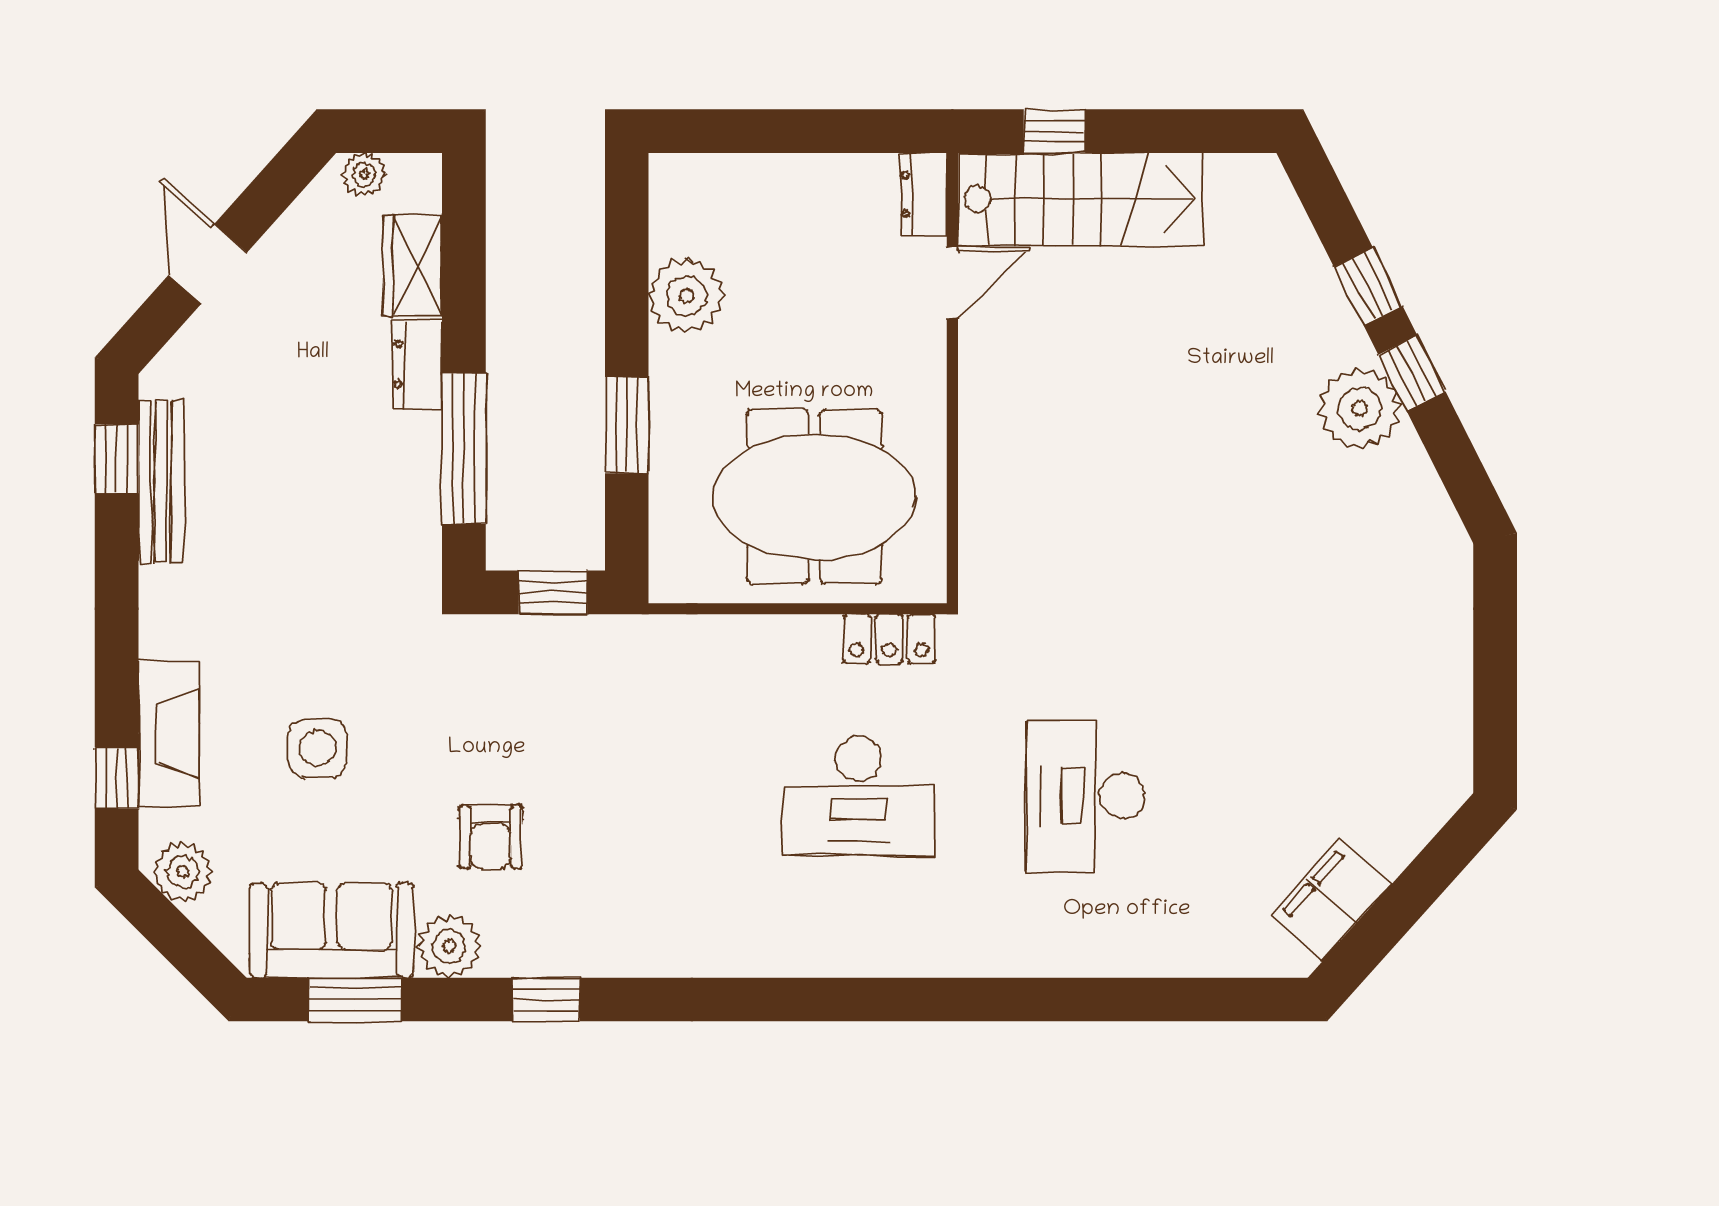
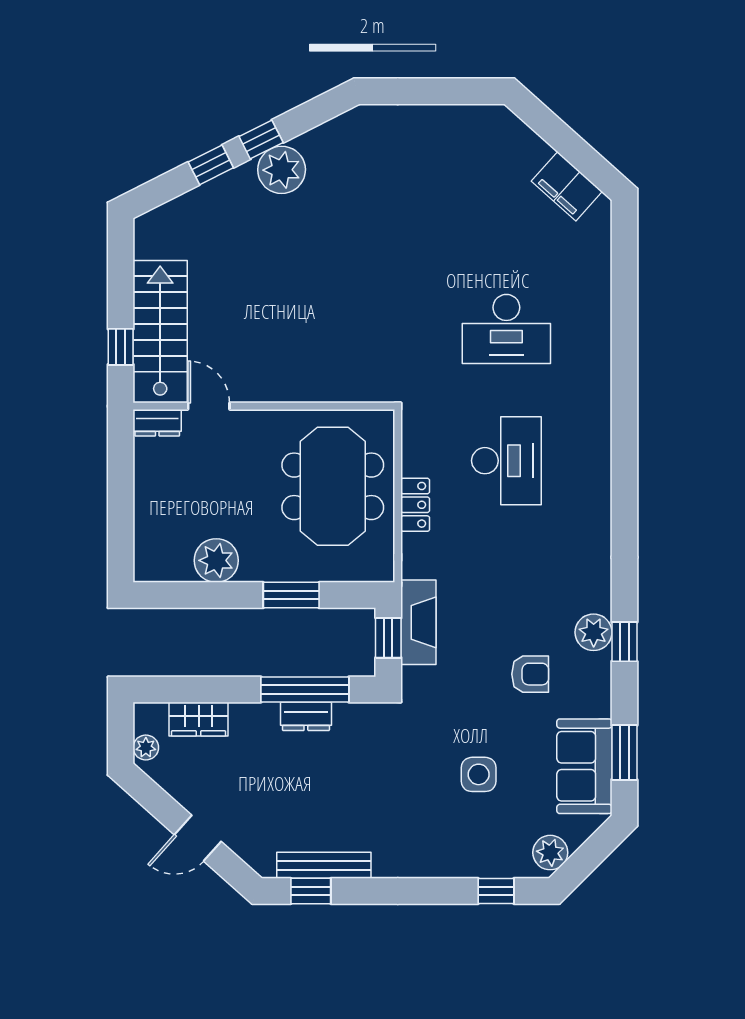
dresser: (418, 364) -> (306, 716), moved
locker: (889, 639) -> (415, 505), moved
fireplace: (168, 733) -> (418, 622), moved, turned 90
plant: (449, 946) -> (594, 632), moved

